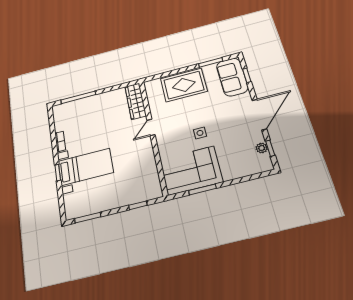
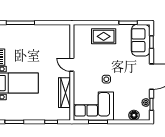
rug: (184, 85) -> (104, 36), width x0.73, depth x0.70
wardrobe: (136, 101) -> (65, 93), moved
door: (151, 127) -> (72, 65), hinge flipped
floor lamp: (250, 168) -> (134, 115), added

